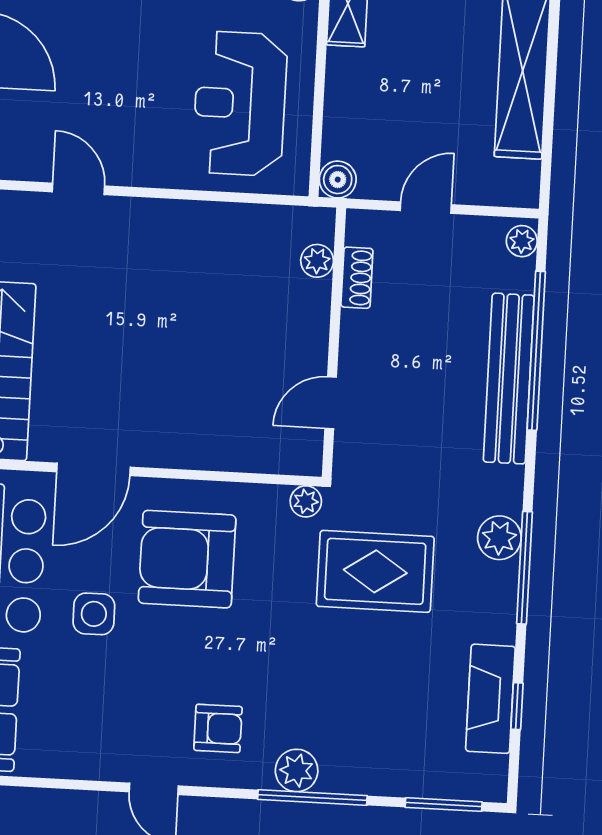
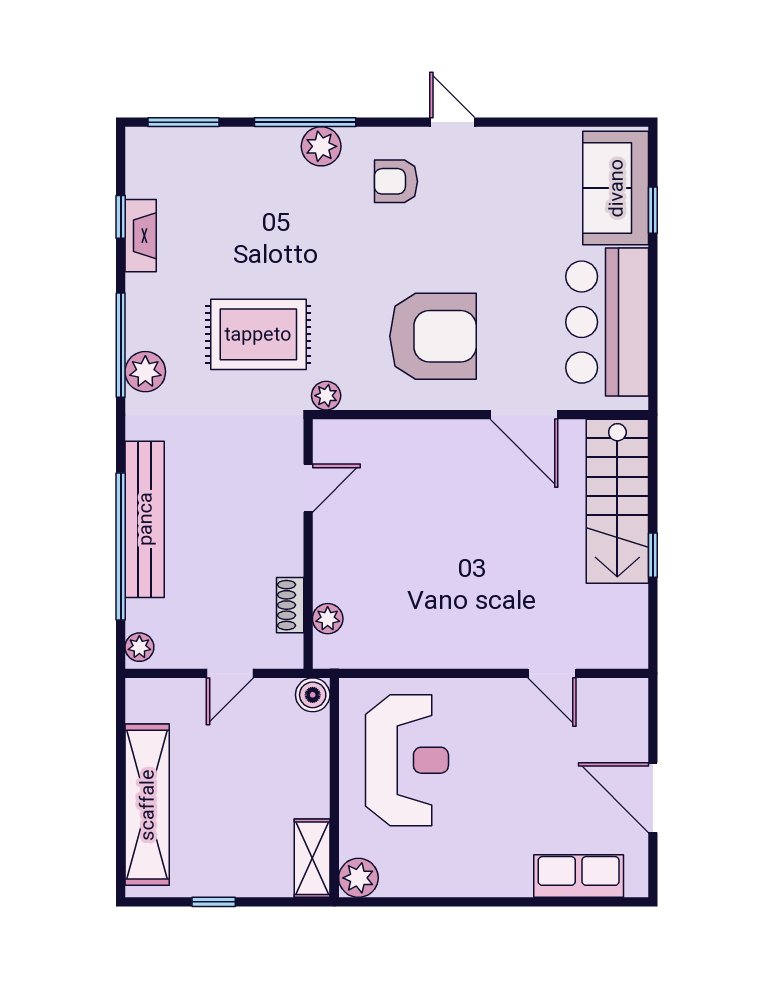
door: (94, 469) -> (524, 415), swing flipped
side table: (94, 614) -> (516, 281), removed
fireplace: (490, 699) -> (141, 236), width x0.73, depth x0.76

